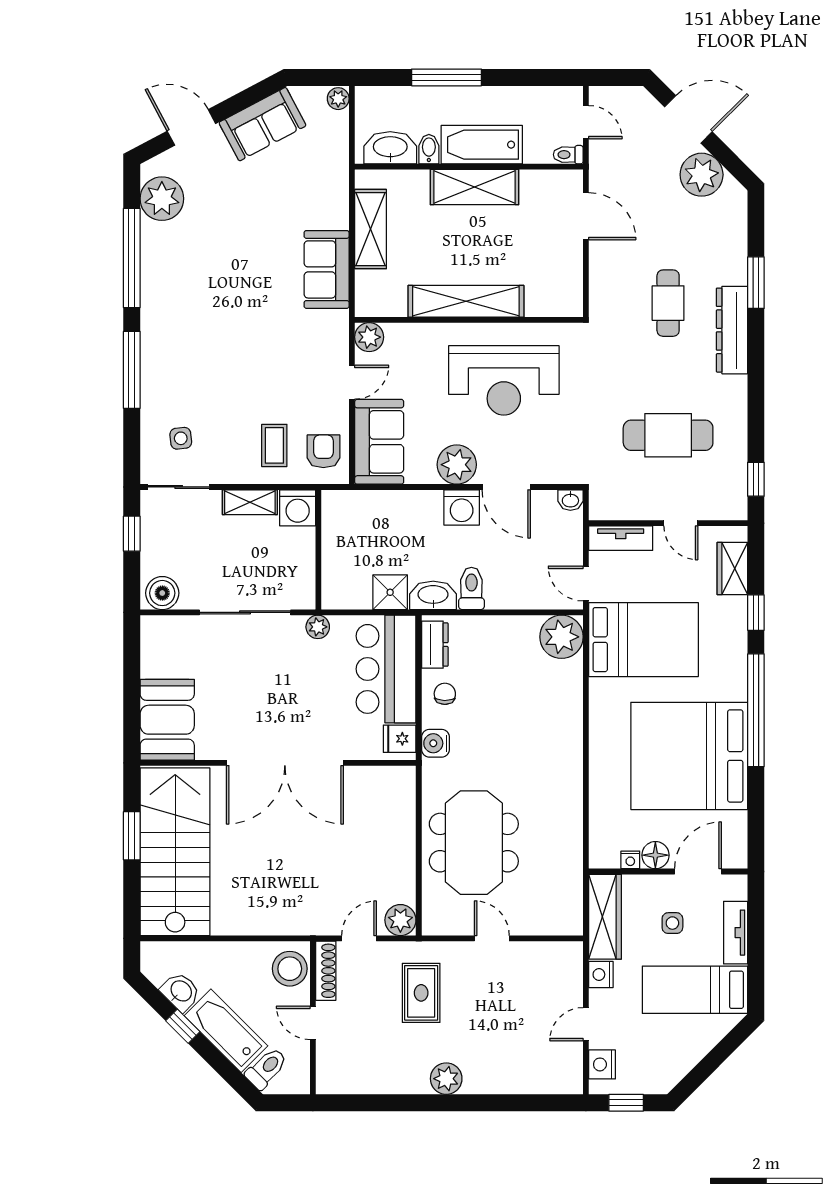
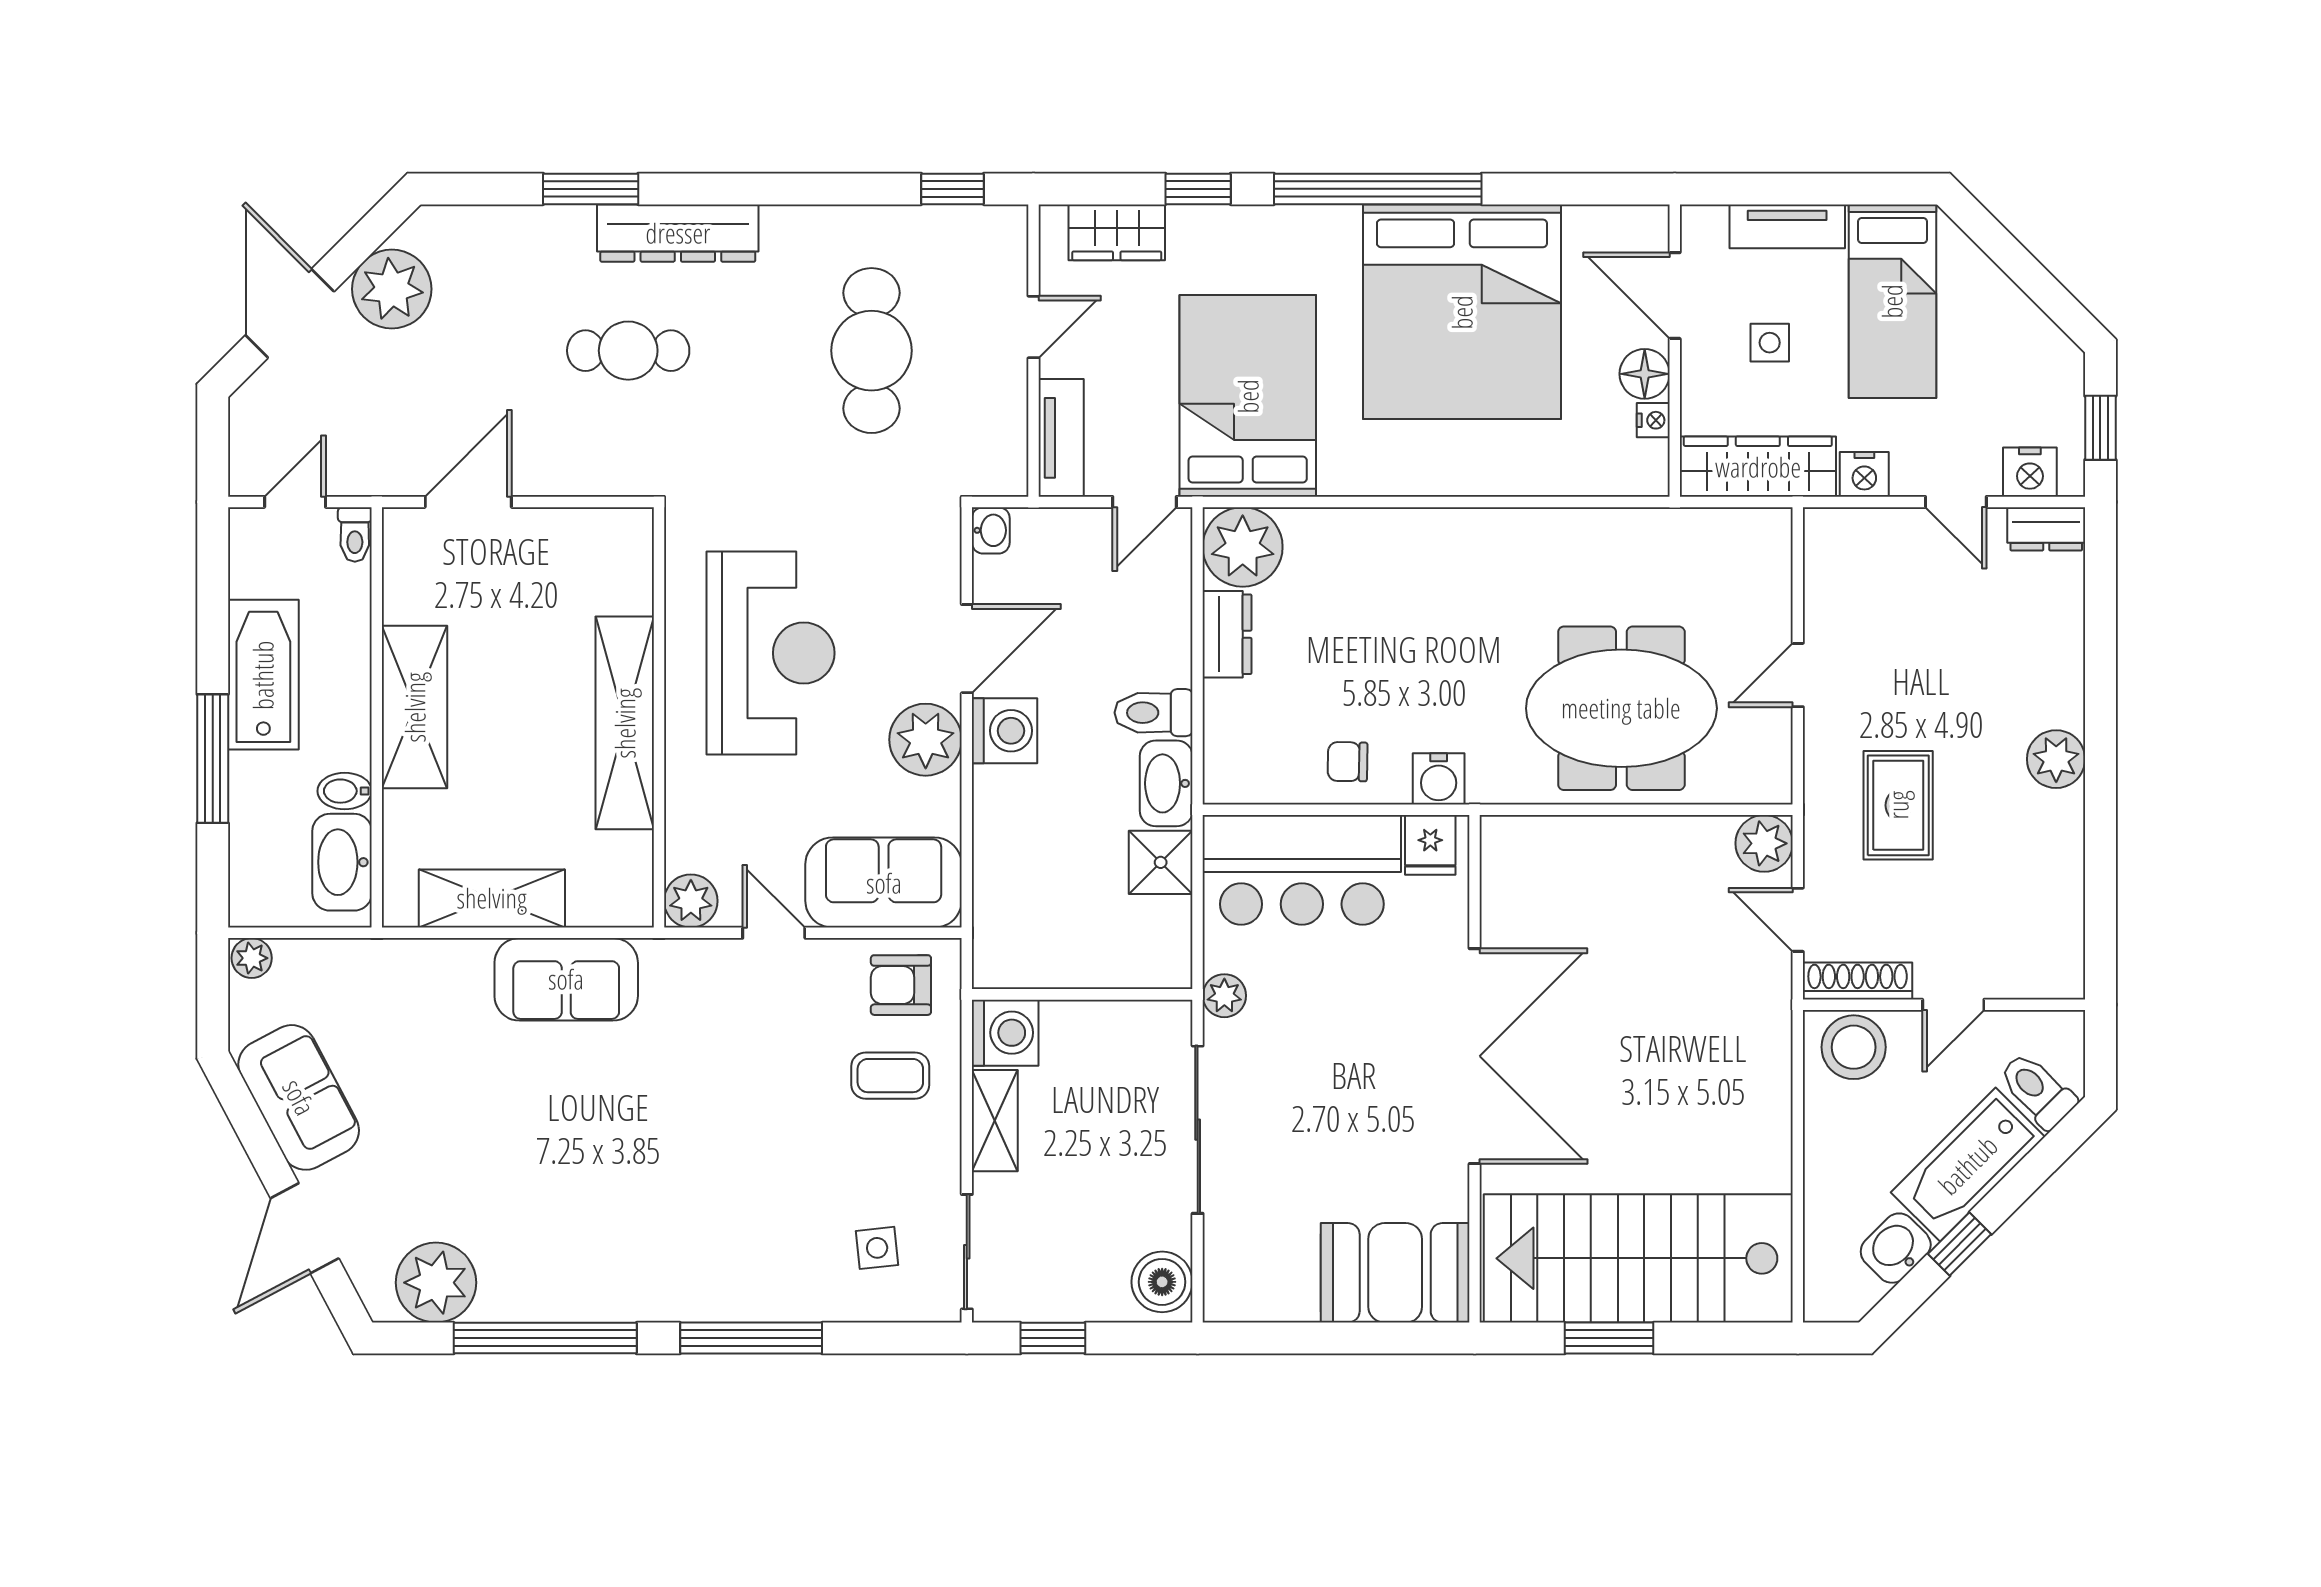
bathtub: (482, 145) -> (263, 675), moved, turned 180
dresser: (435, 645) -> (1227, 634), moved, turned 90
rug: (421, 993) -> (1898, 805), turned 90
dresser: (571, 1073) -> (2046, 529), added

